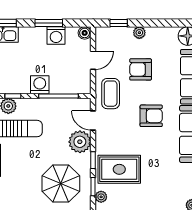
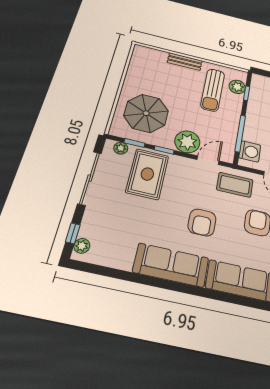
washing machine: (40, 85) -> (250, 151), moved

